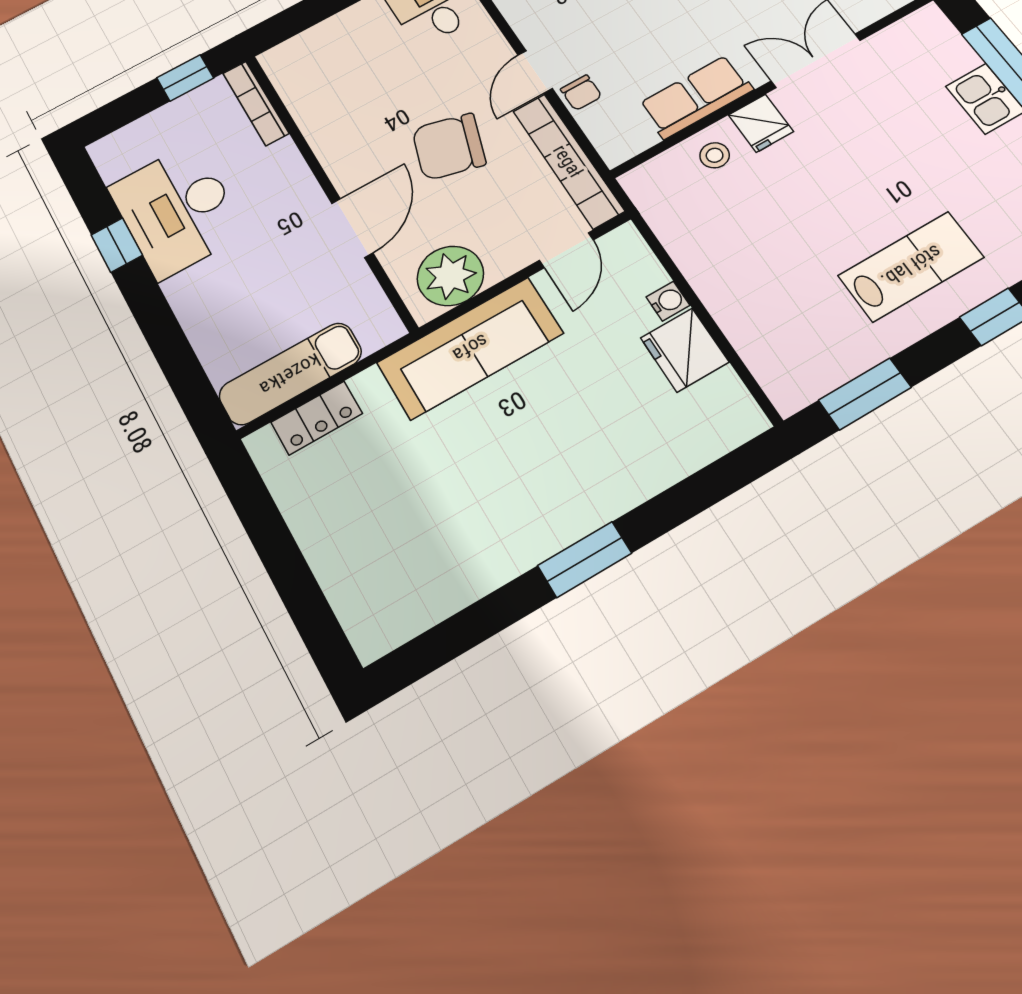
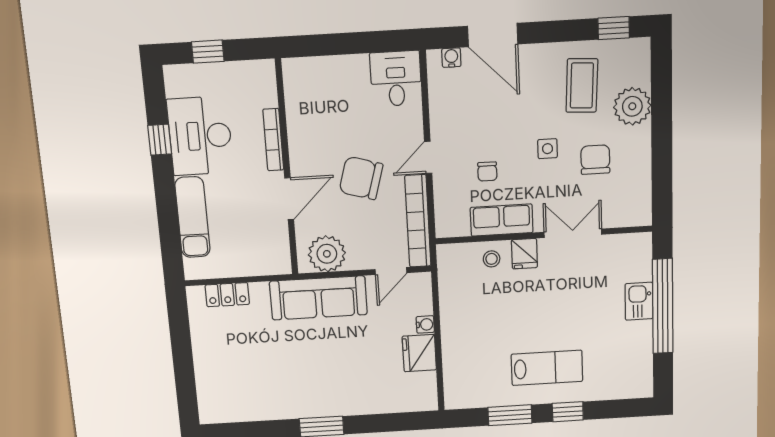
window: (185, 78) -> (208, 52), moved
chair: (581, 93) -> (487, 171), moved
bookcase: (256, 103) -> (273, 140), moved
exam couch: (290, 374) -> (192, 217), moved, turned 90
window: (865, 394) -> (510, 415), moved

